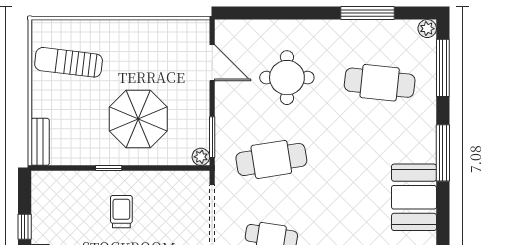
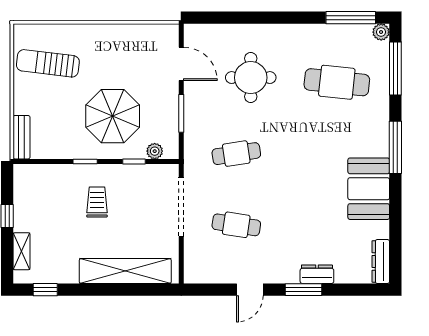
window: (368, 13) -> (351, 18), moved
window: (212, 137) -> (181, 113), moved
plant: (201, 157) -> (155, 151), moved
cafe table: (271, 159) -> (236, 154), width x0.73, depth x0.74
window: (161, 168) -> (134, 162), added

